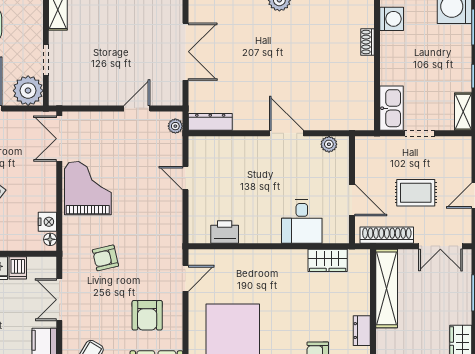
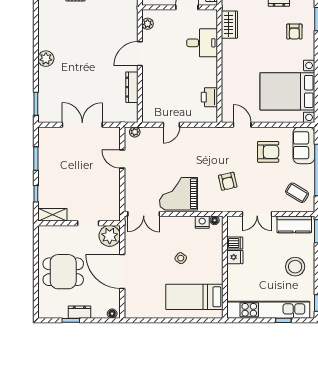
dresser: (210, 122) -> (132, 87), moved

